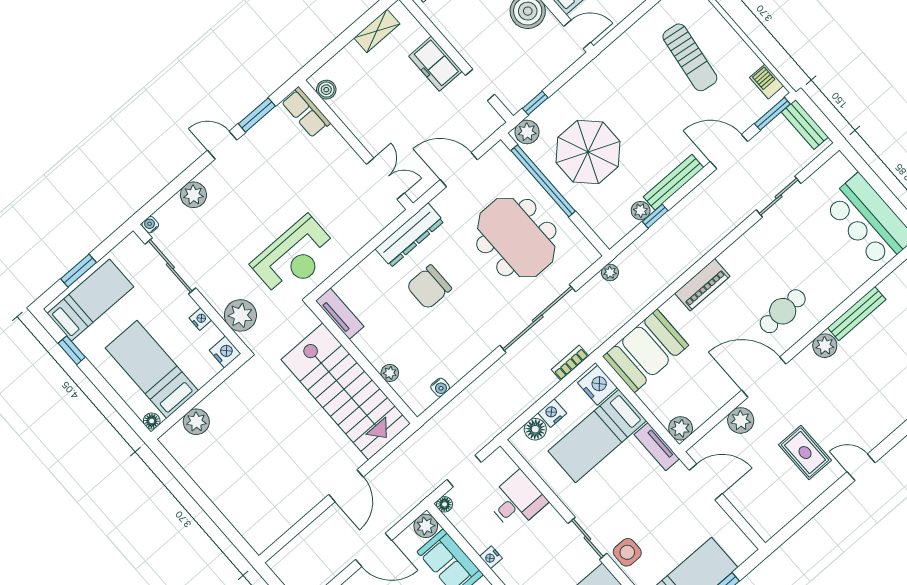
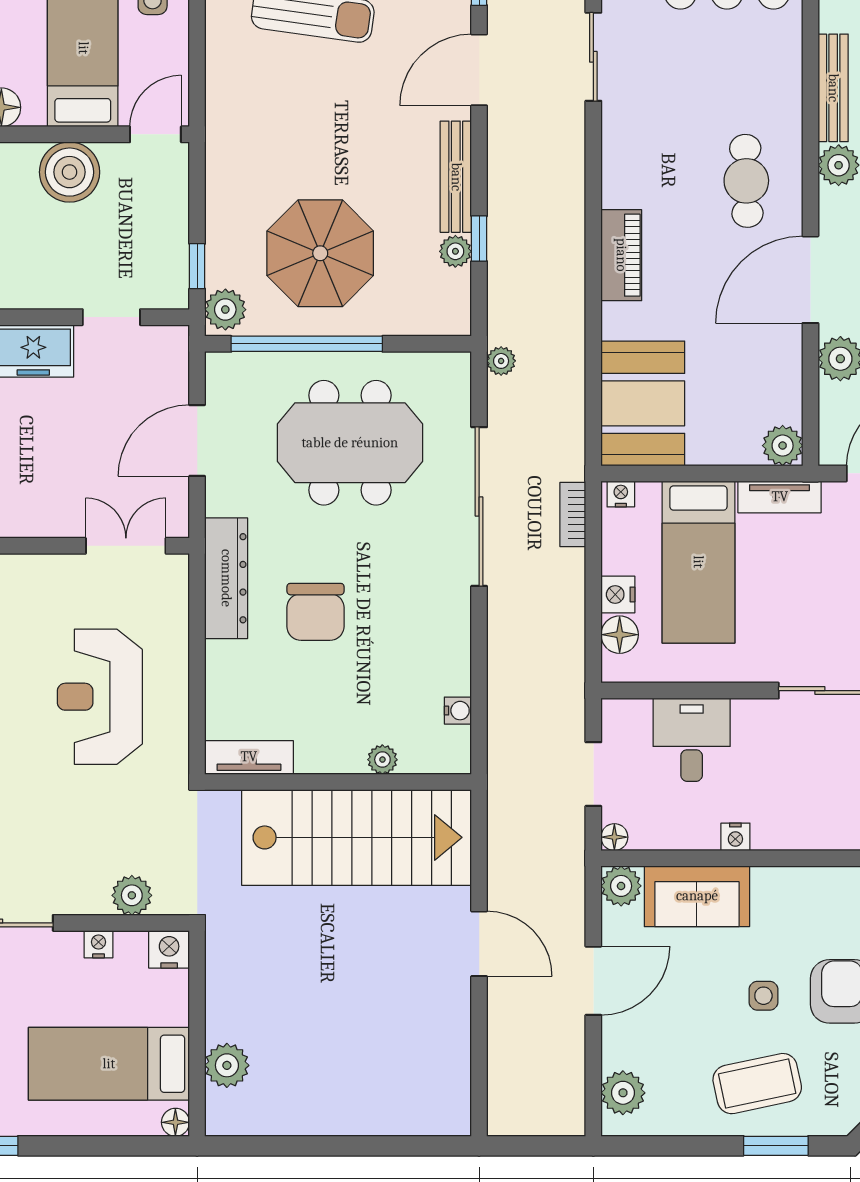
reception desk: (294, 257) -> (100, 697), moved, turned 180
plant: (240, 315) -> (132, 895), width x0.73, depth x0.73
nightstand: (598, 385) -> (621, 494), width x0.53, depth x0.56

